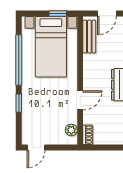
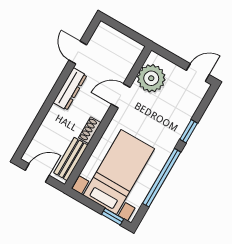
window: (58, 13) -> (113, 217), moved
plant: (71, 130) -> (151, 78), width x1.87, depth x1.87
shoe rack: (88, 135) -> (90, 130), moved

